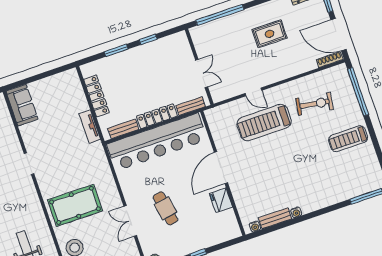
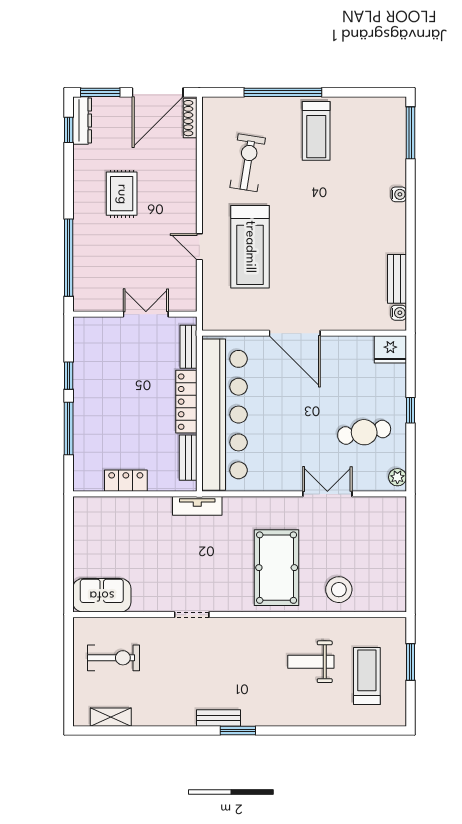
window: (116, 50) -> (69, 428), width x1.44
door: (253, 92) -> (199, 247), swing flipped
window: (358, 92) -> (283, 92), moved
locker: (96, 96) -> (126, 481), width x0.66
tv unit: (90, 127) -> (197, 506), moved
fridge: (221, 200) -> (390, 349), moved
cafe table: (165, 208) -> (364, 432), moved
water cooler: (296, 212) -> (399, 194), moved
double door: (130, 221) -> (327, 494), swing flipped

